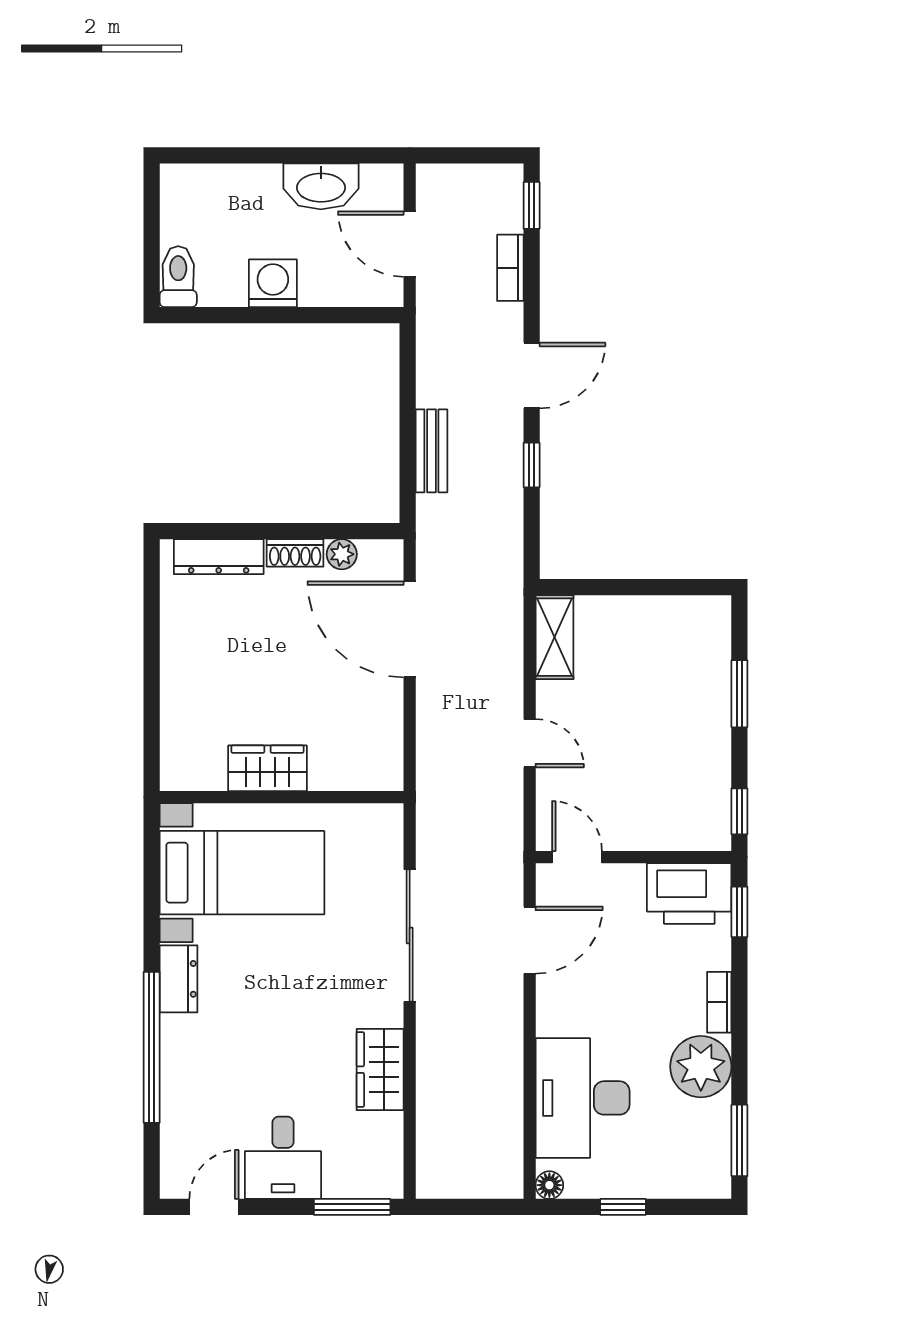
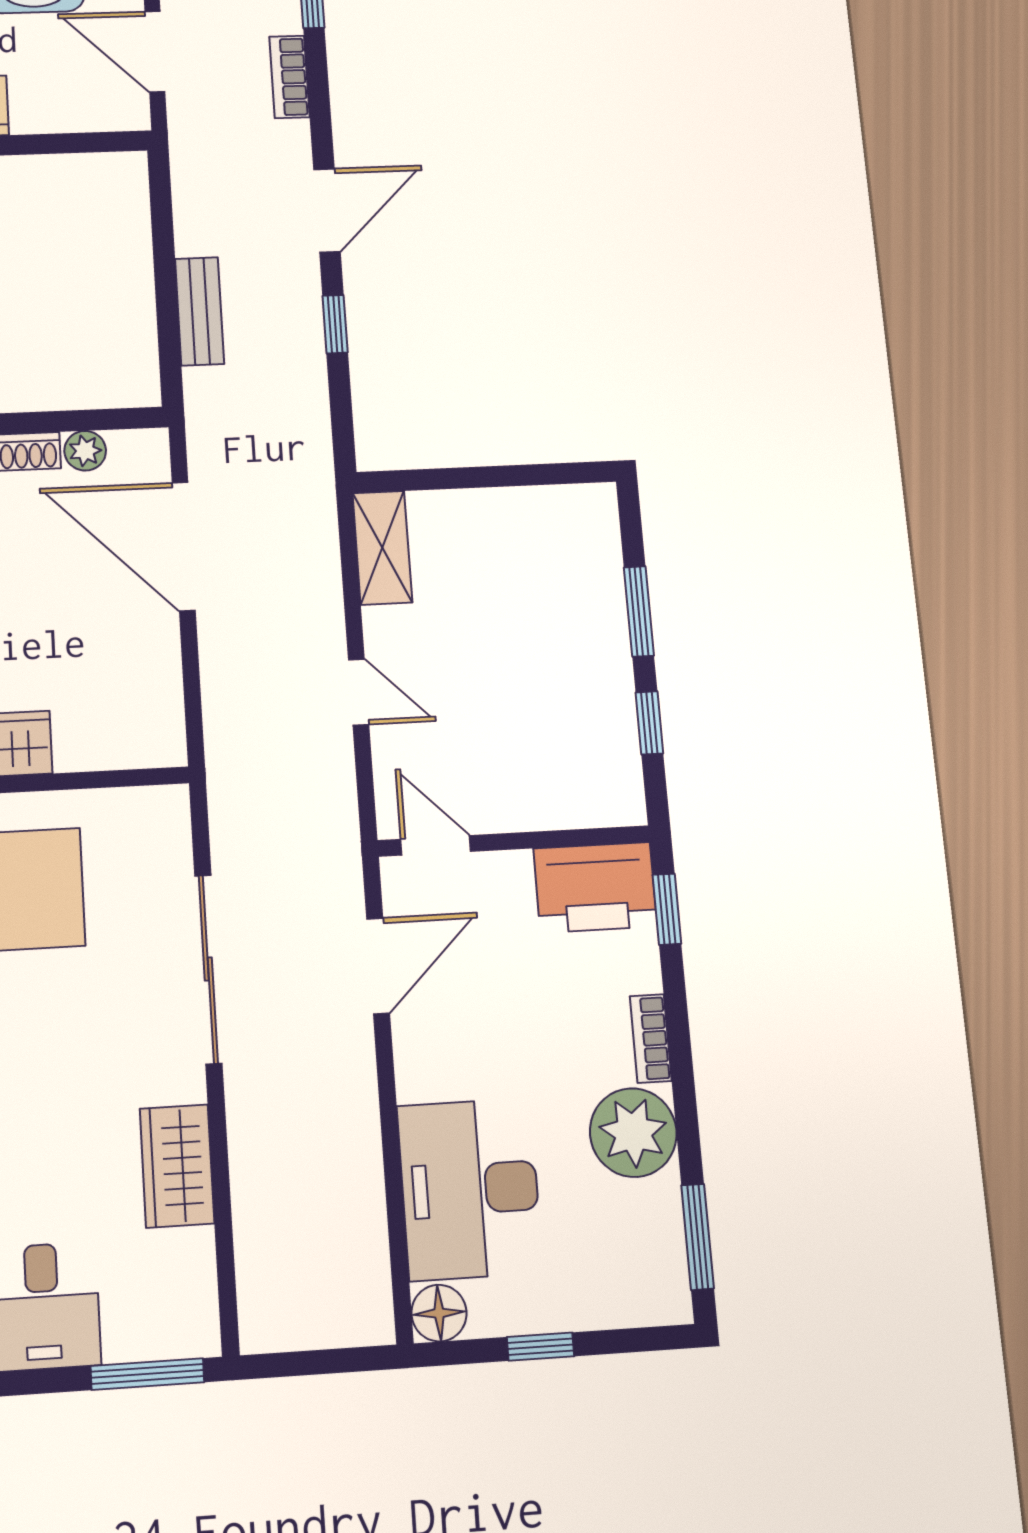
window: (739, 811) -> (649, 723), moved
floor lamp: (549, 1185) -> (439, 1313), width x1.37, depth x1.37

